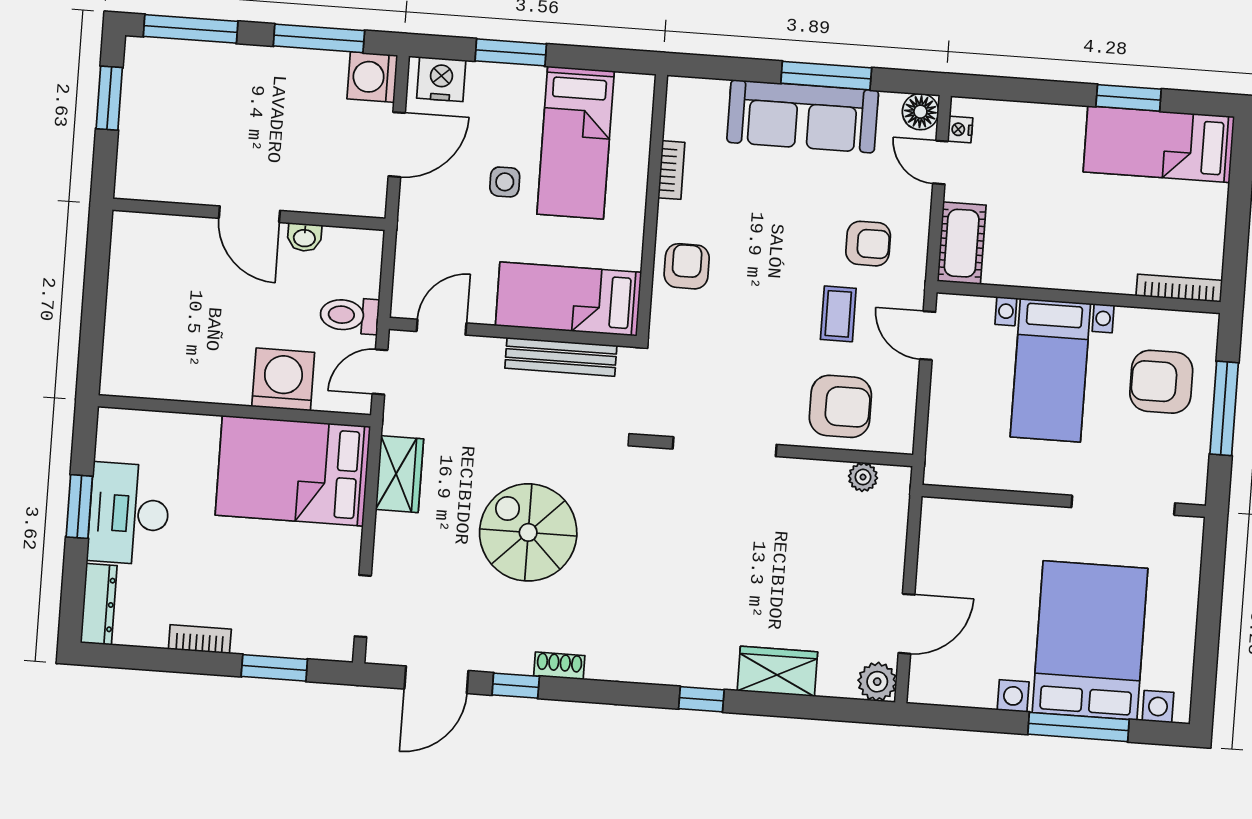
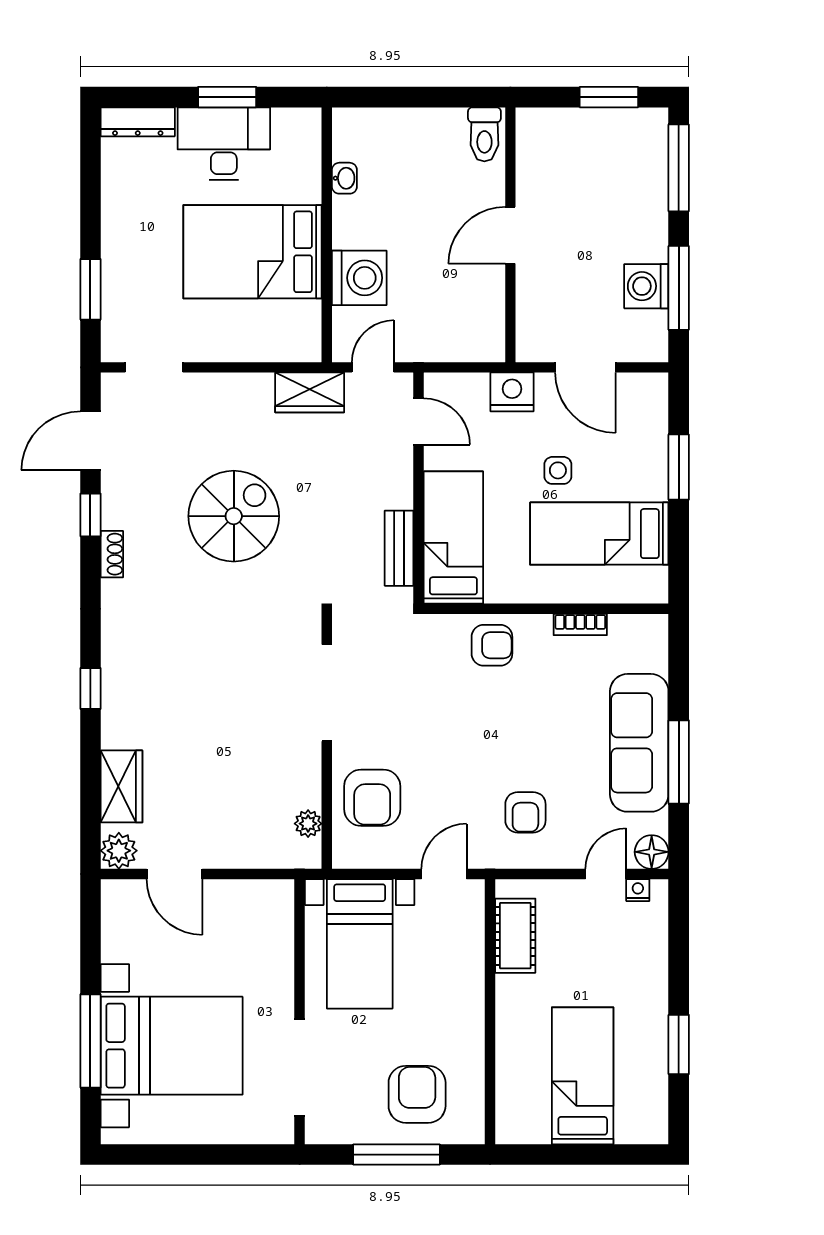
washing machine: (372, 77) -> (646, 286), moved, turned -90
nightstand: (441, 79) -> (512, 392), moved, turned -90
bed: (1159, 144) -> (583, 1076), moved
washbasin: (304, 237) -> (344, 178), moved, turned 180
cot: (962, 243) -> (515, 936), moved, turned 90
bookcase: (1179, 288) -> (505, 1105), removed
coffee table: (838, 314) -> (458, 789), removed
toilet: (350, 315) -> (484, 134), moved, turned 180
bench: (561, 357) -> (399, 548), width x0.73
bed with nightstands: (1050, 370) -> (360, 944), moved, turned -90
door: (380, 372) -> (373, 367), hinge flipped
bed: (293, 471) -> (253, 252), moved, turned -90
wardrobe: (399, 474) -> (310, 392), moved
bookcase: (200, 639) -> (112, 218), removed
wardrobe: (777, 671) -> (122, 786), moved
door: (436, 680) -> (90, 441), hinge flipped

